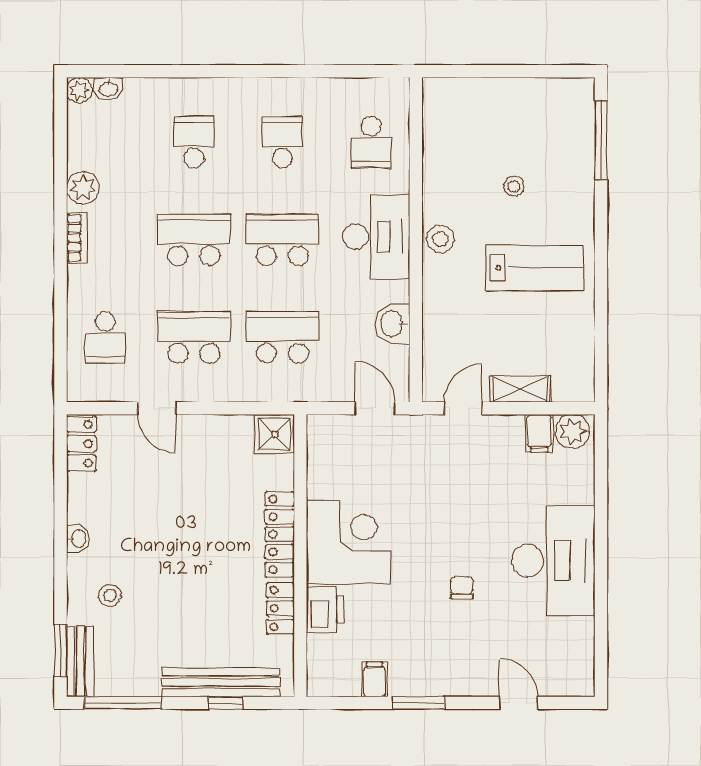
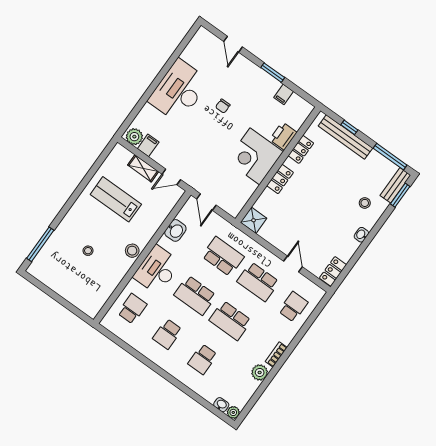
lab bench: (534, 268) -> (116, 199), moved
school desk: (282, 337) -> (223, 256), turned 180
locker: (280, 534) -> (280, 179), width x0.66

